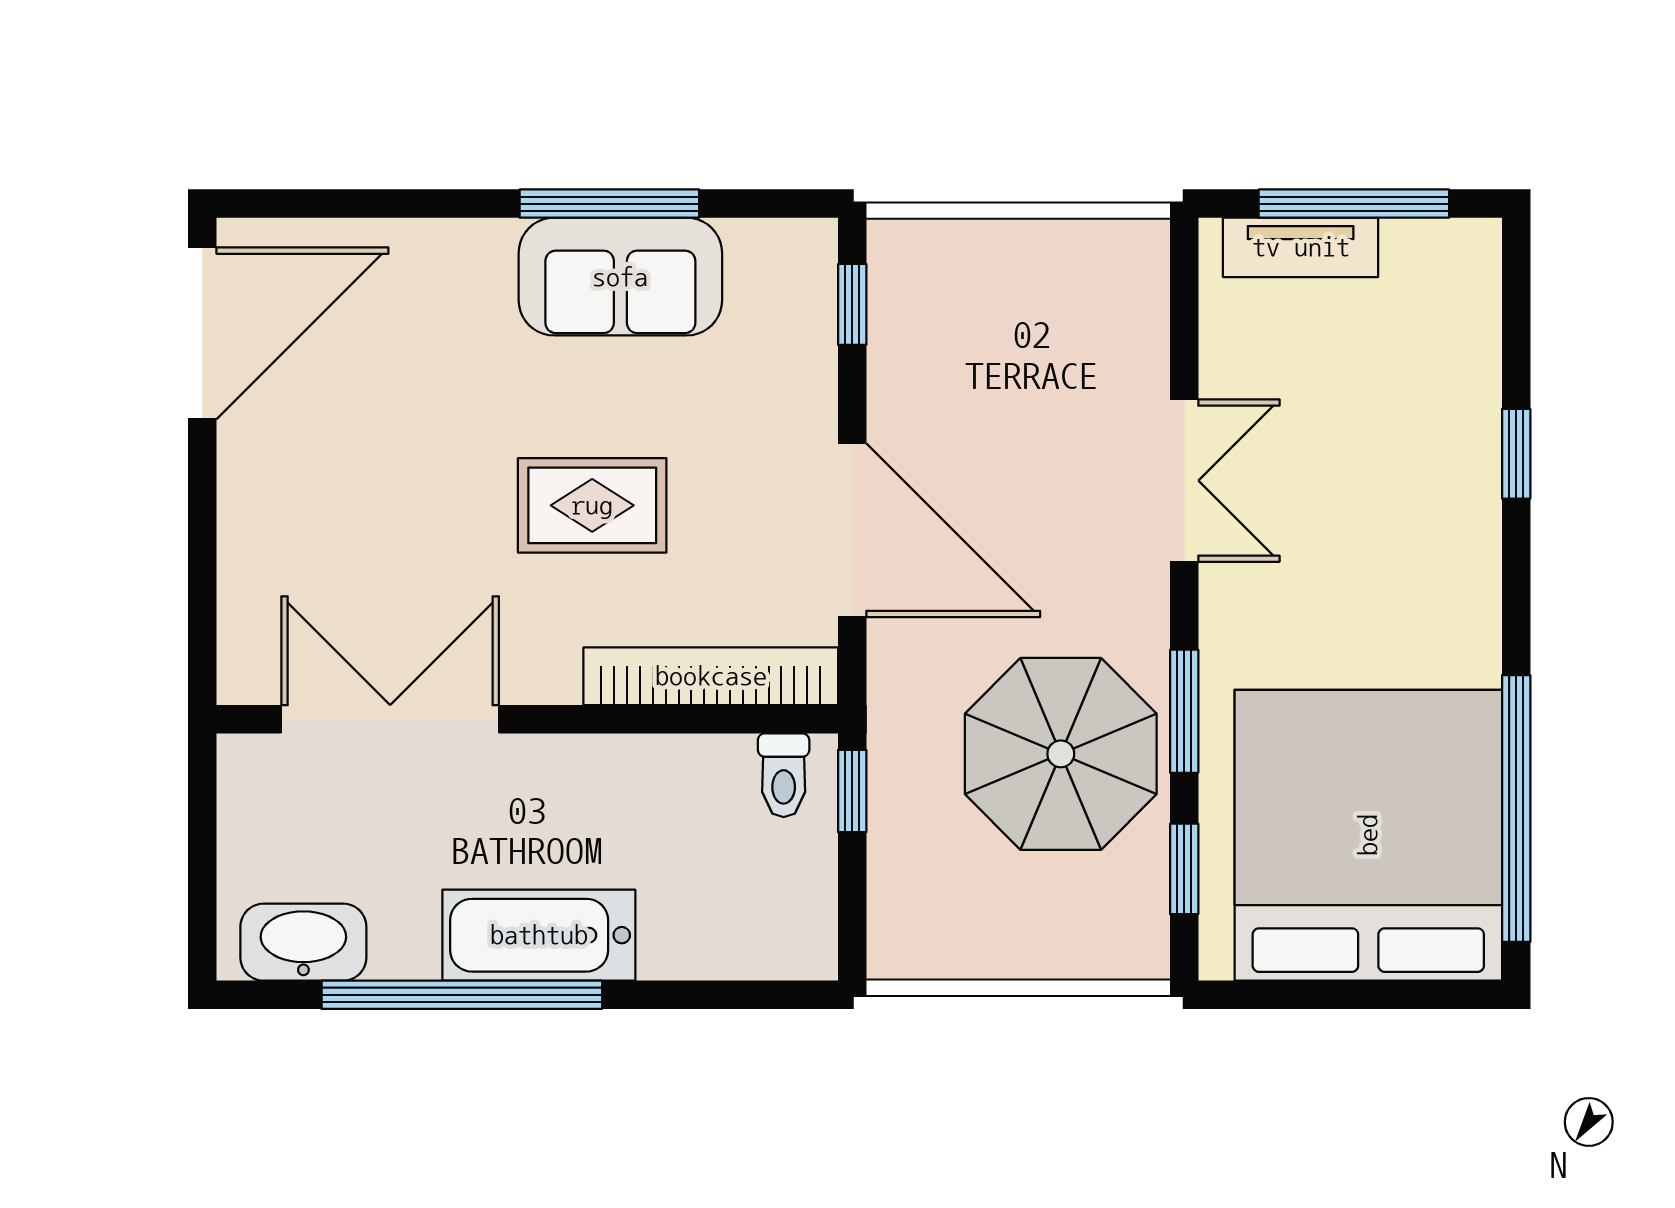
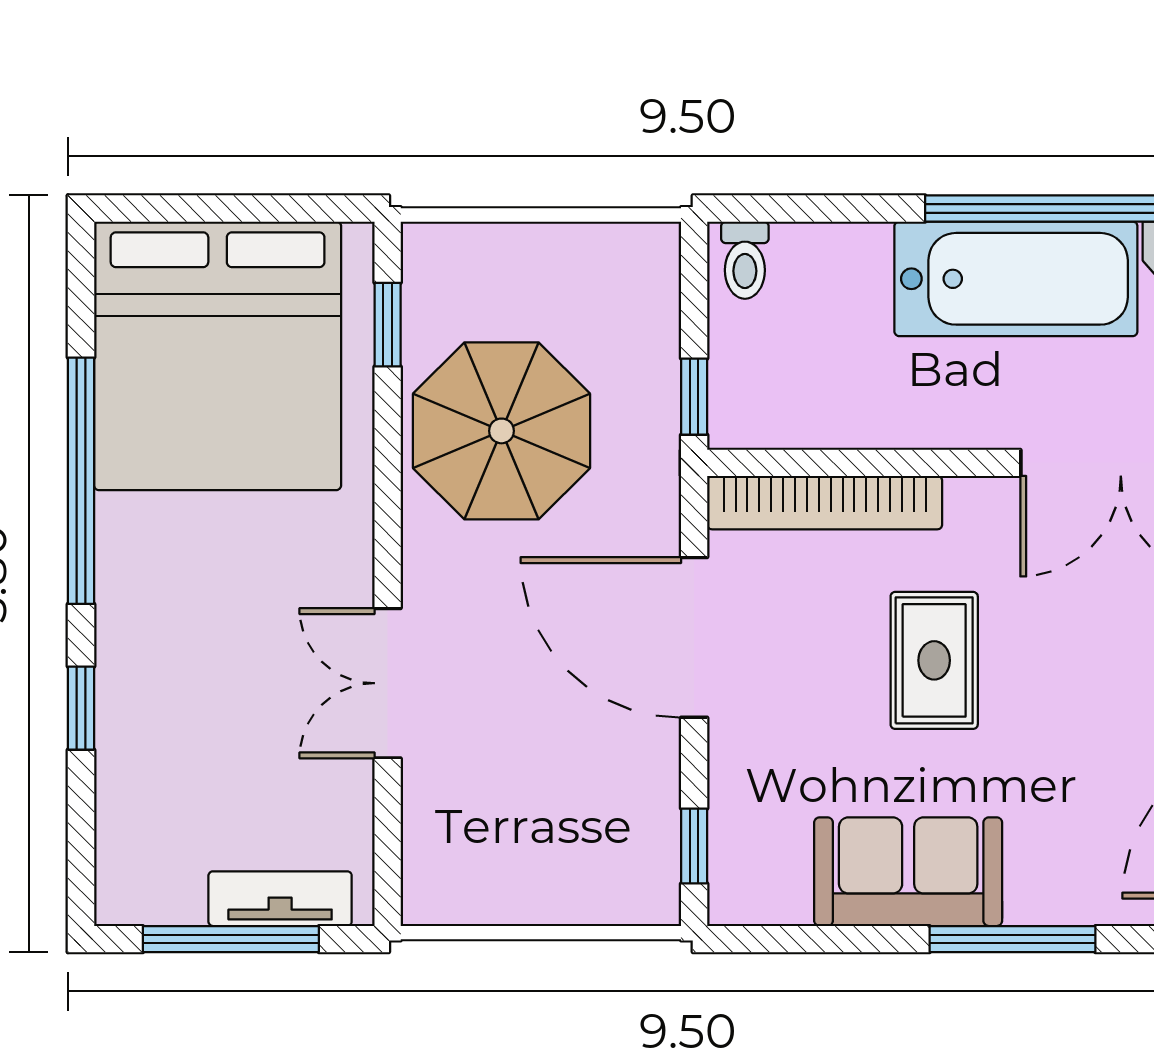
window: (609, 204) -> (1012, 939), moved
rug: (592, 505) -> (934, 660), turned 90
window: (1184, 711) -> (388, 470), removed
toilet: (784, 775) -> (745, 260), moved, turned 180
window: (1516, 809) -> (81, 481), moved
bathtub: (539, 935) -> (1016, 279), width x1.36, depth x1.36

